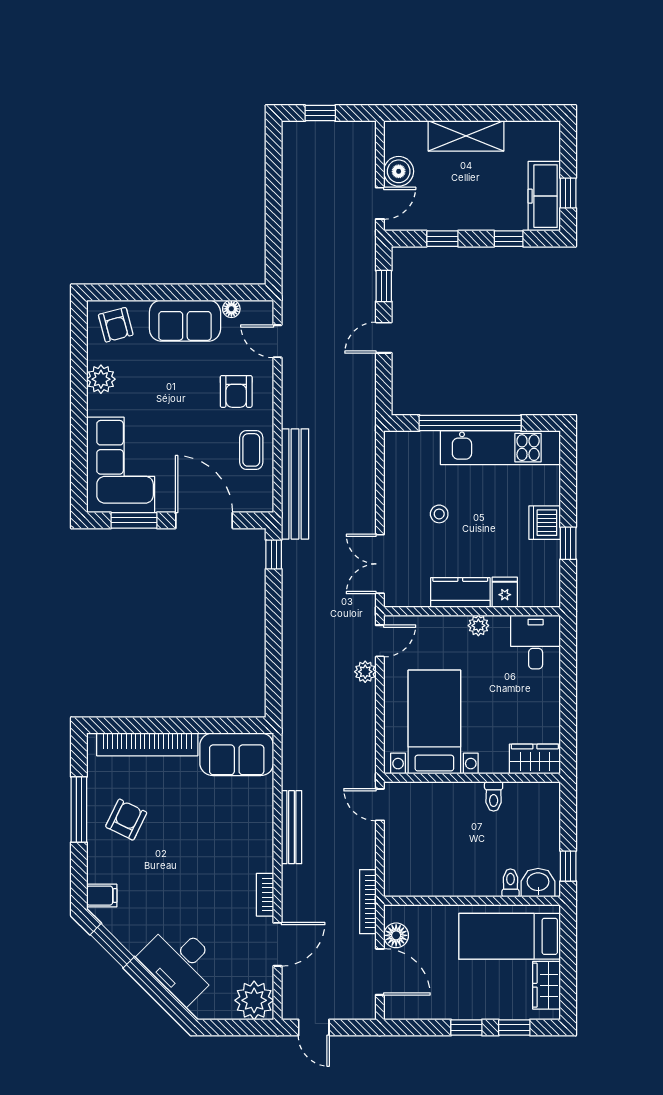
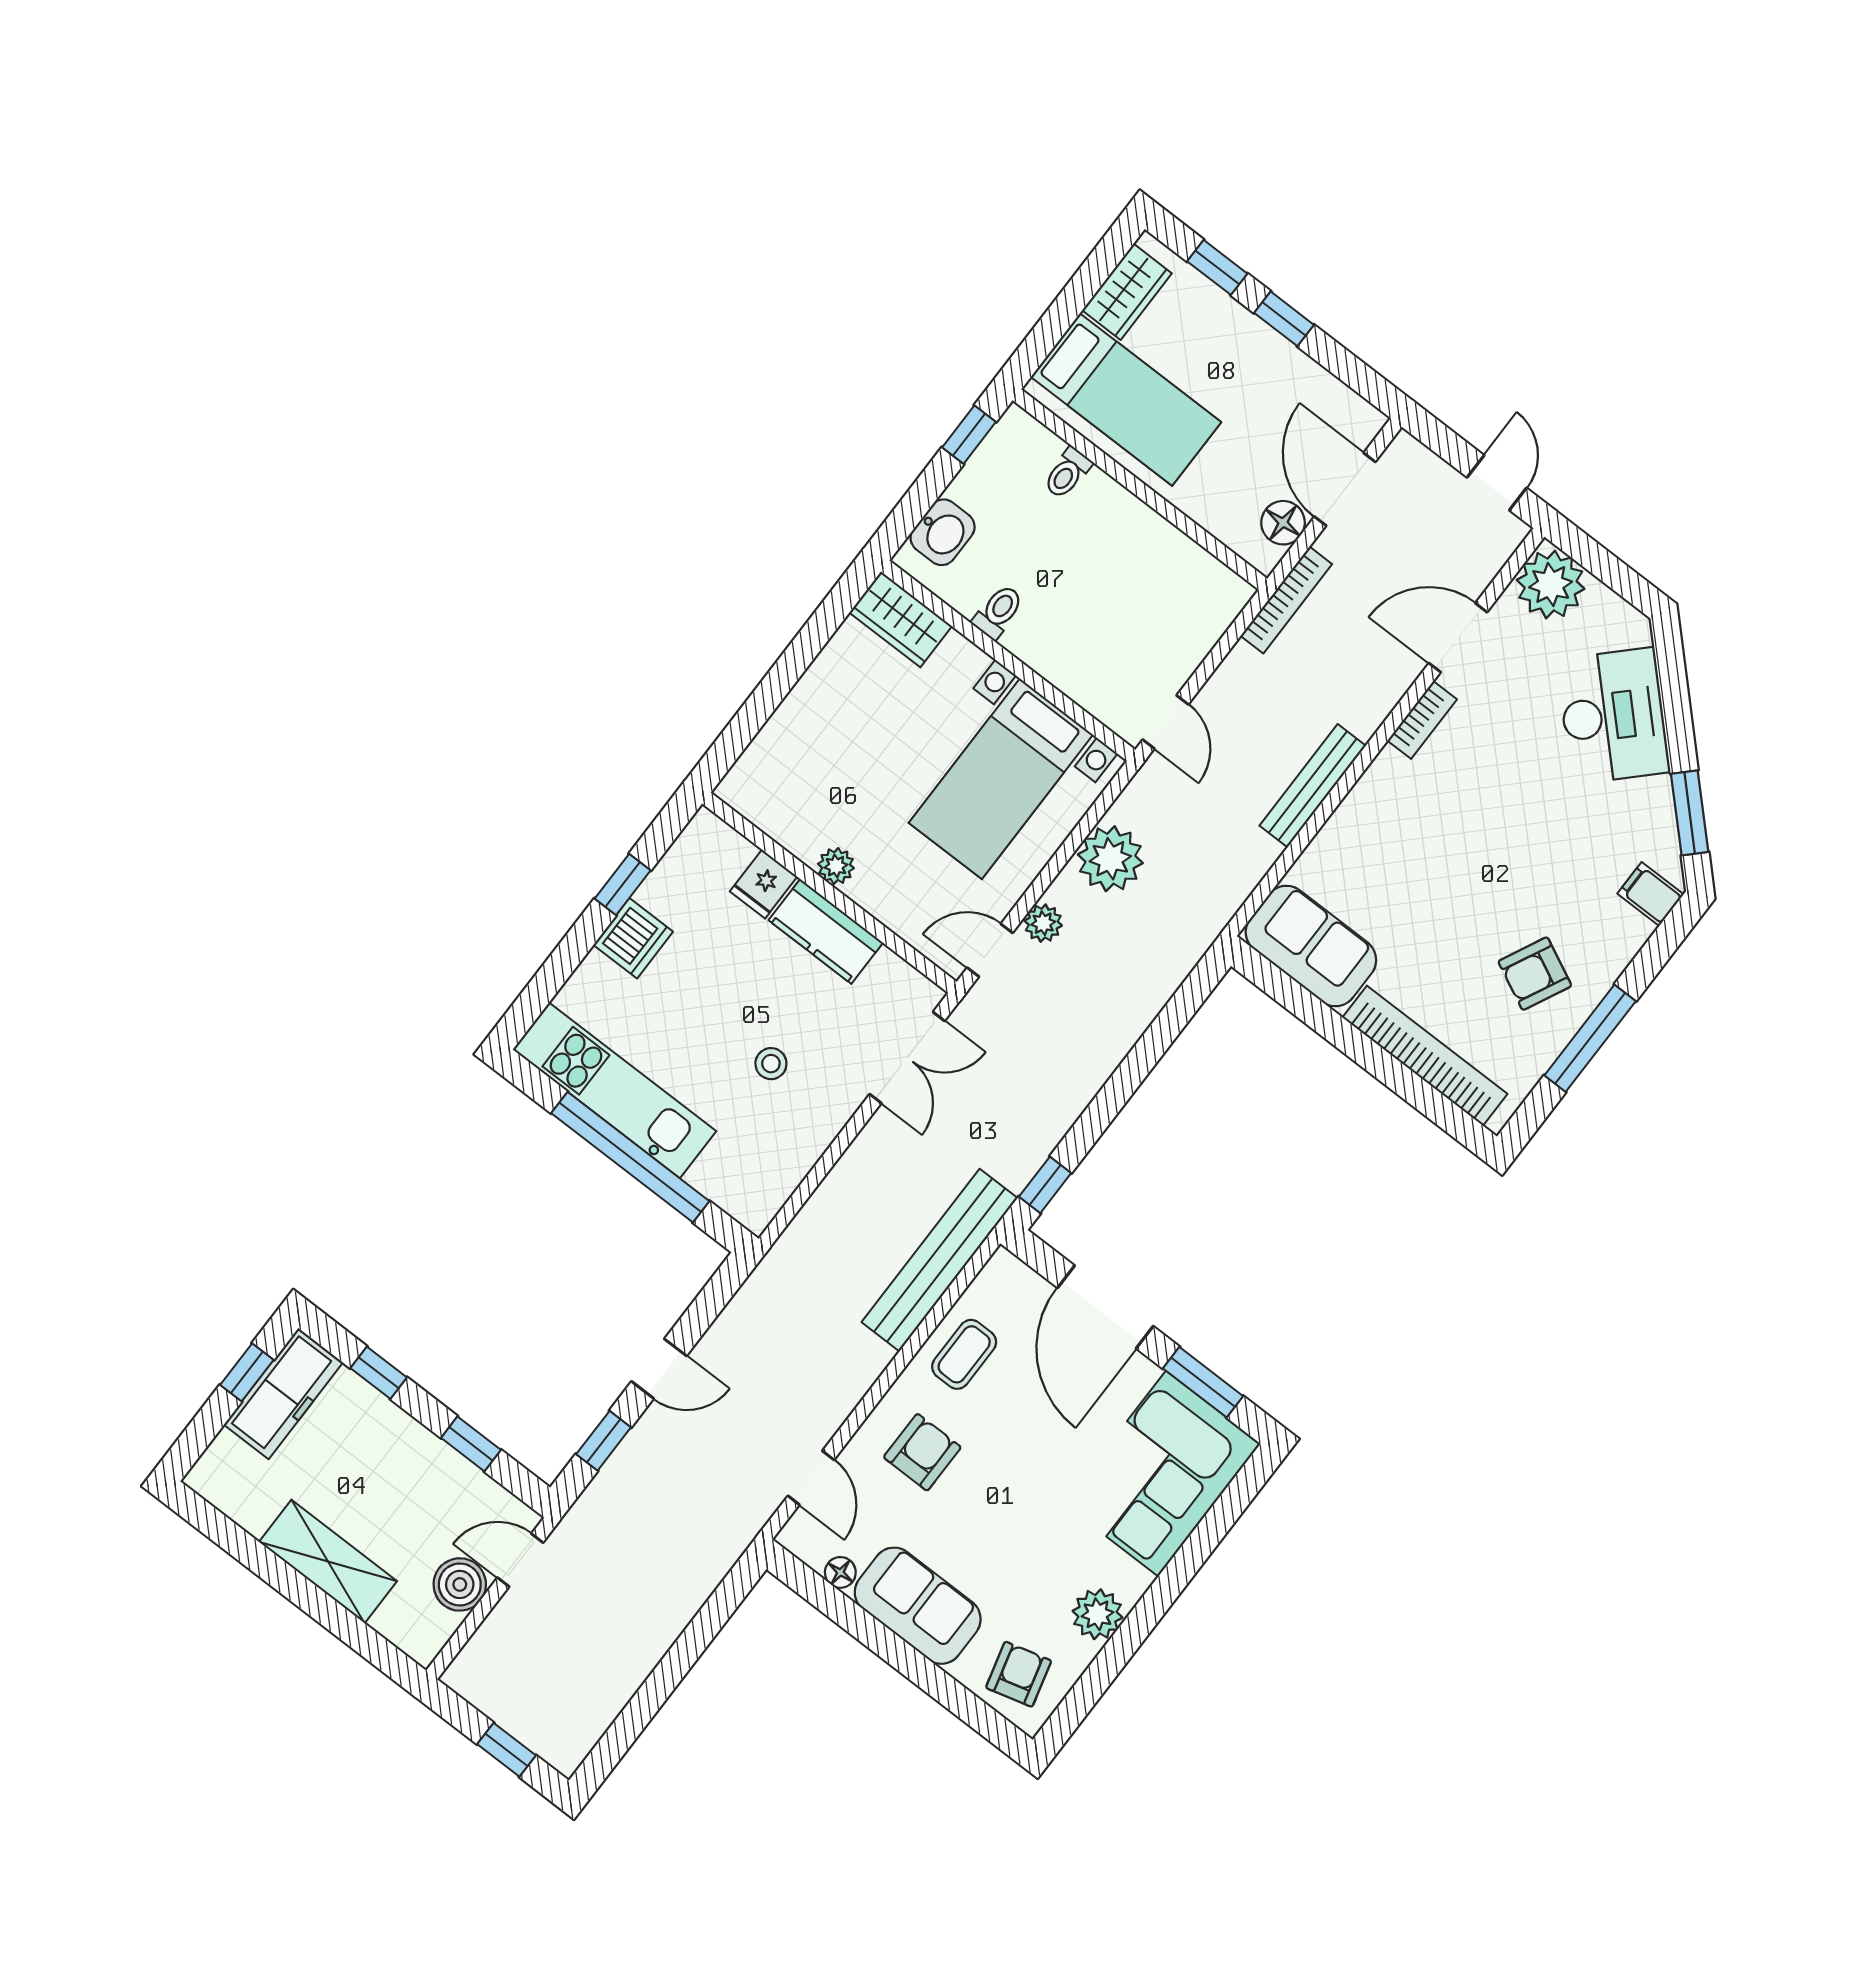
desk: (536, 642) -> (774, 782), removed
plant: (357, 724) -> (1110, 859), added
washbasin: (538, 883) -> (943, 532), moved, turned -90

